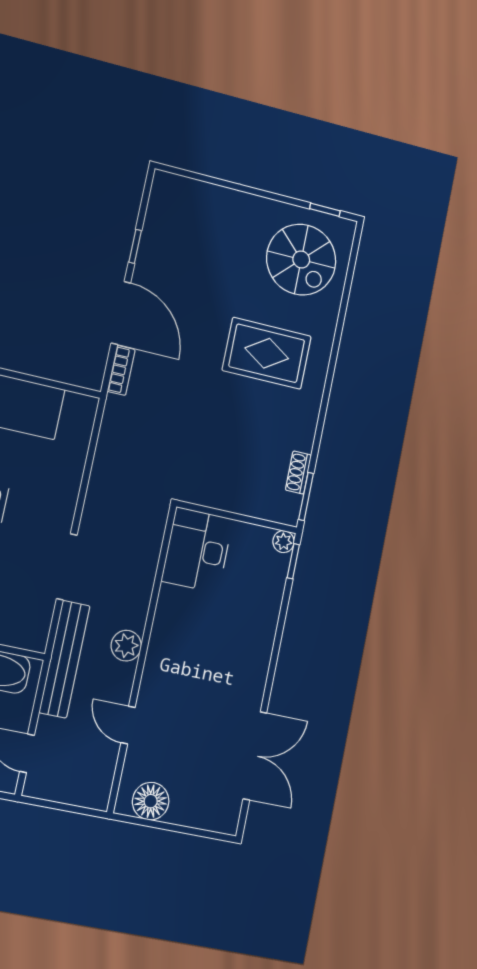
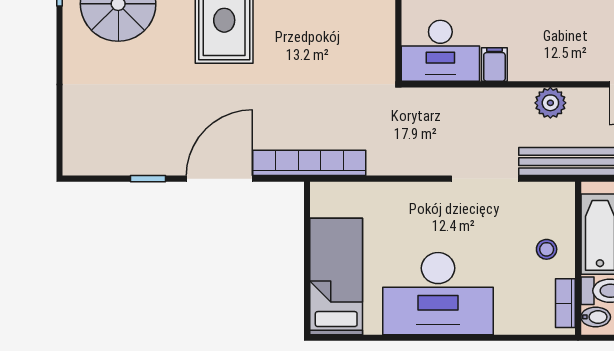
bookcase: (121, 370) -> (309, 163), width x2.31, depth x1.31
filing cabinet: (174, 599) -> (494, 65), added

